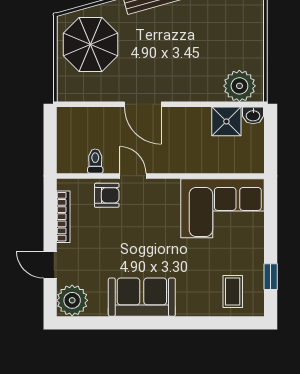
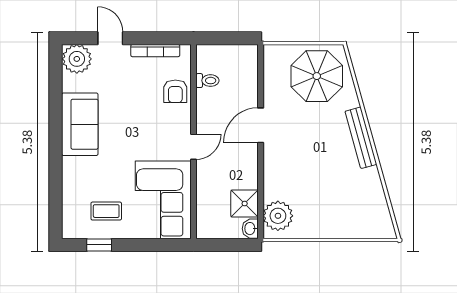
door: (133, 176) -> (194, 147), moved
door: (50, 265) -> (110, 38), hinge flipped
coffee table: (233, 291) -> (106, 211), moved

